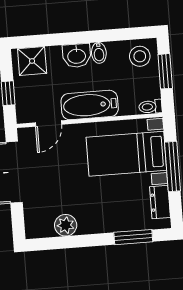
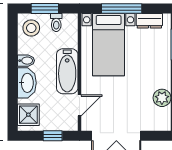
washbasin: (77, 56) -> (27, 83), width x1.38
toilet: (150, 107) -> (56, 23), moved
door: (49, 124) -> (79, 105), hinge flipped

